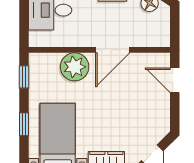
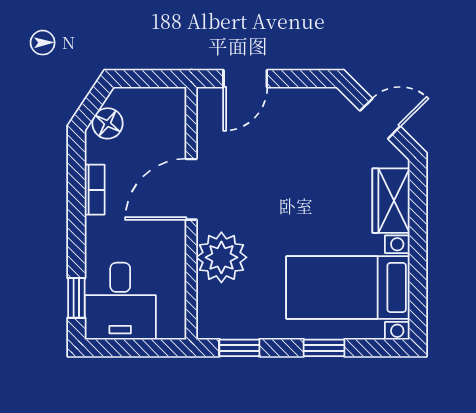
door: (113, 50) -> (191, 189), swing flipped

